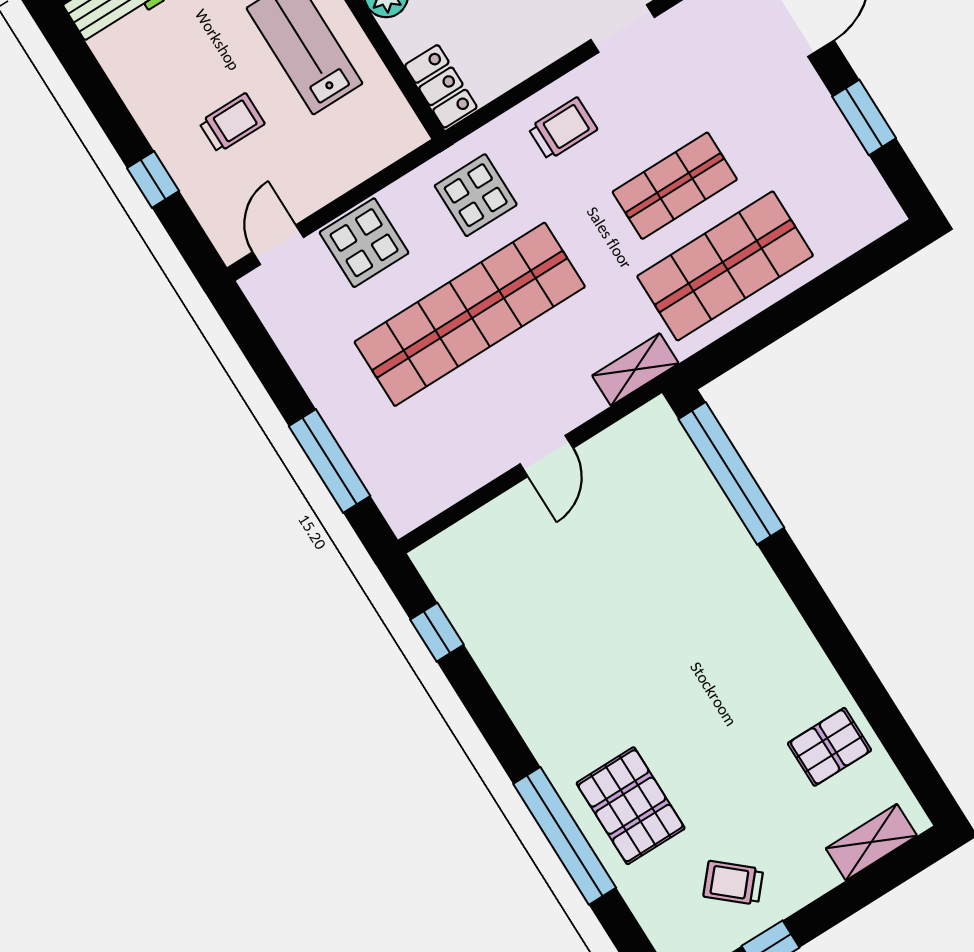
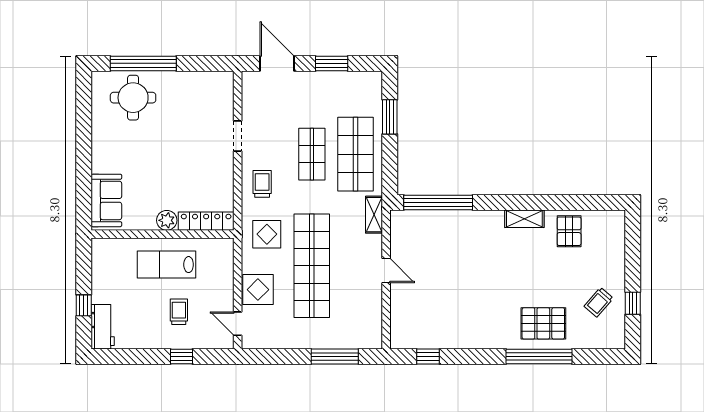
locker: (441, 86) -> (206, 221), width x1.53
window: (833, 286) -> (390, 117), added
shelving: (871, 842) -> (524, 219), moved, turned 90

